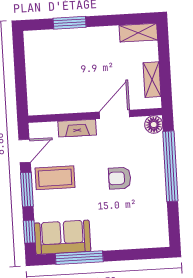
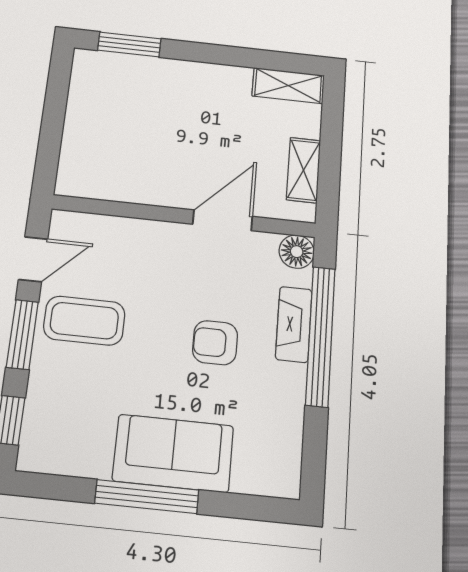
window: (70, 23) -> (129, 44), moved
fireplace: (77, 128) -> (294, 324), moved, turned 90
sofa: (62, 237) -> (173, 453), moved
window: (79, 258) -> (147, 497), moved

